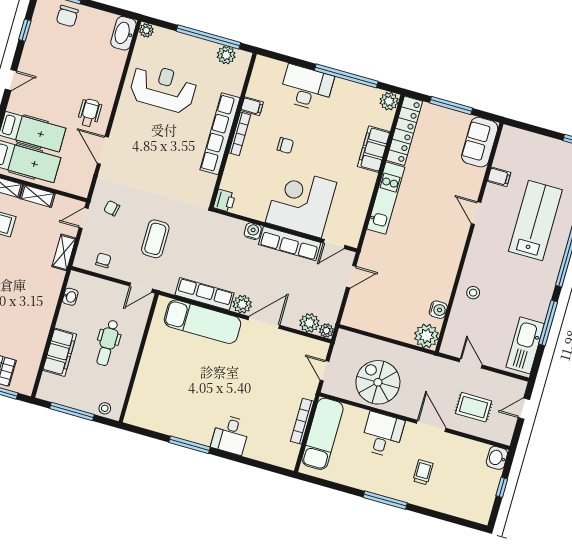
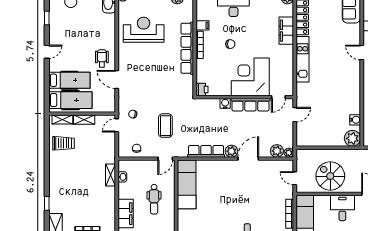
shelving: (64, 252) -> (111, 175), moved
exam couch: (202, 322) -> (187, 184), moved, turned -90

